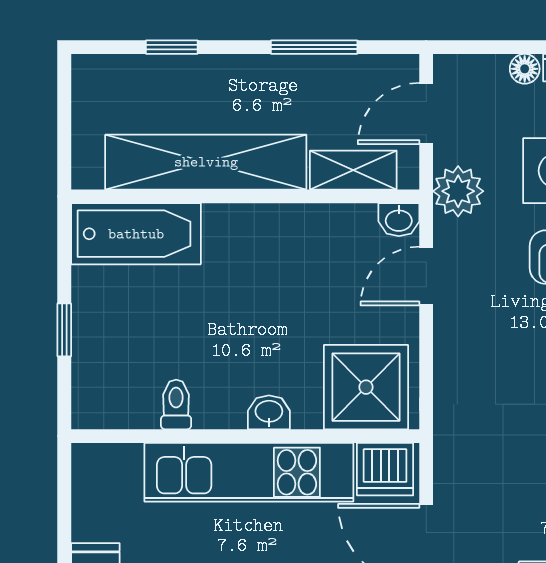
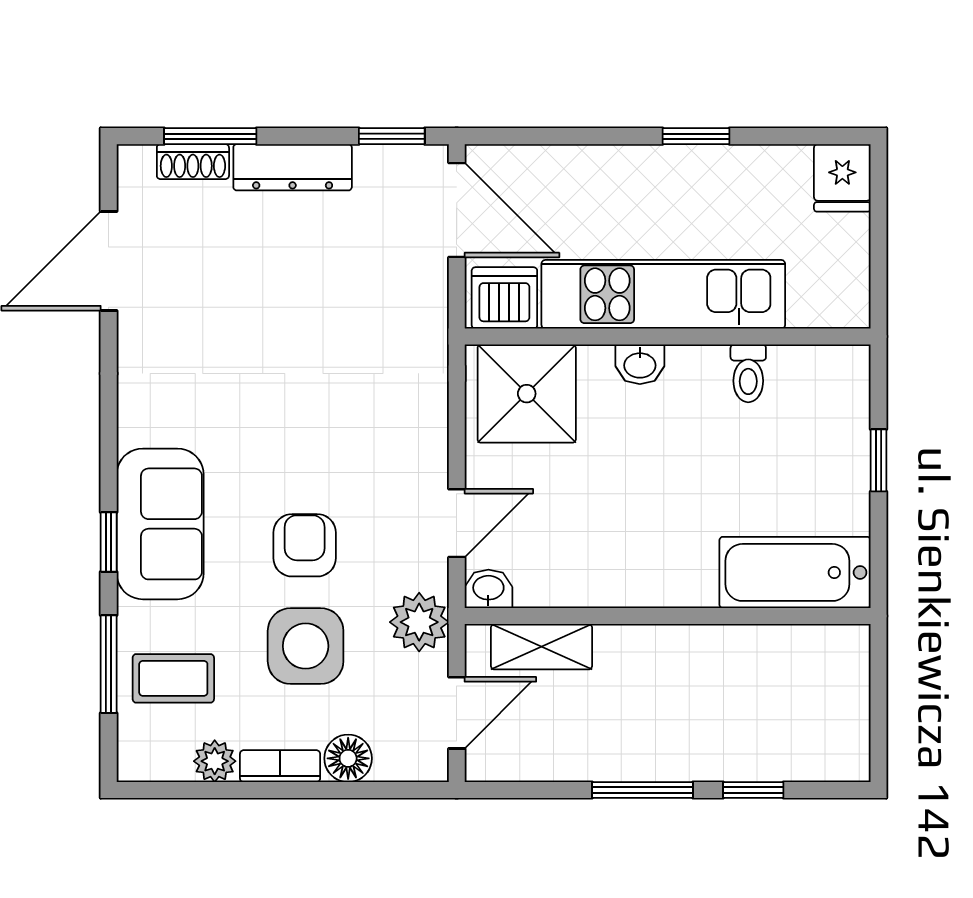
window: (314, 47) -> (643, 790), moved
floor lamp: (525, 69) -> (348, 758), width x1.37, depth x1.37
shelving: (206, 162) -> (714, 656), removed

